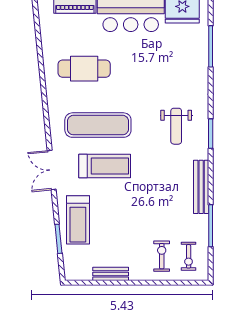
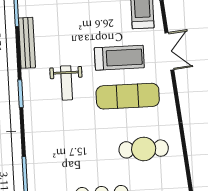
weight bench: (176, 126) -> (66, 83), moved, turned 180
treadmill: (105, 166) -> (119, 58), turned 180

